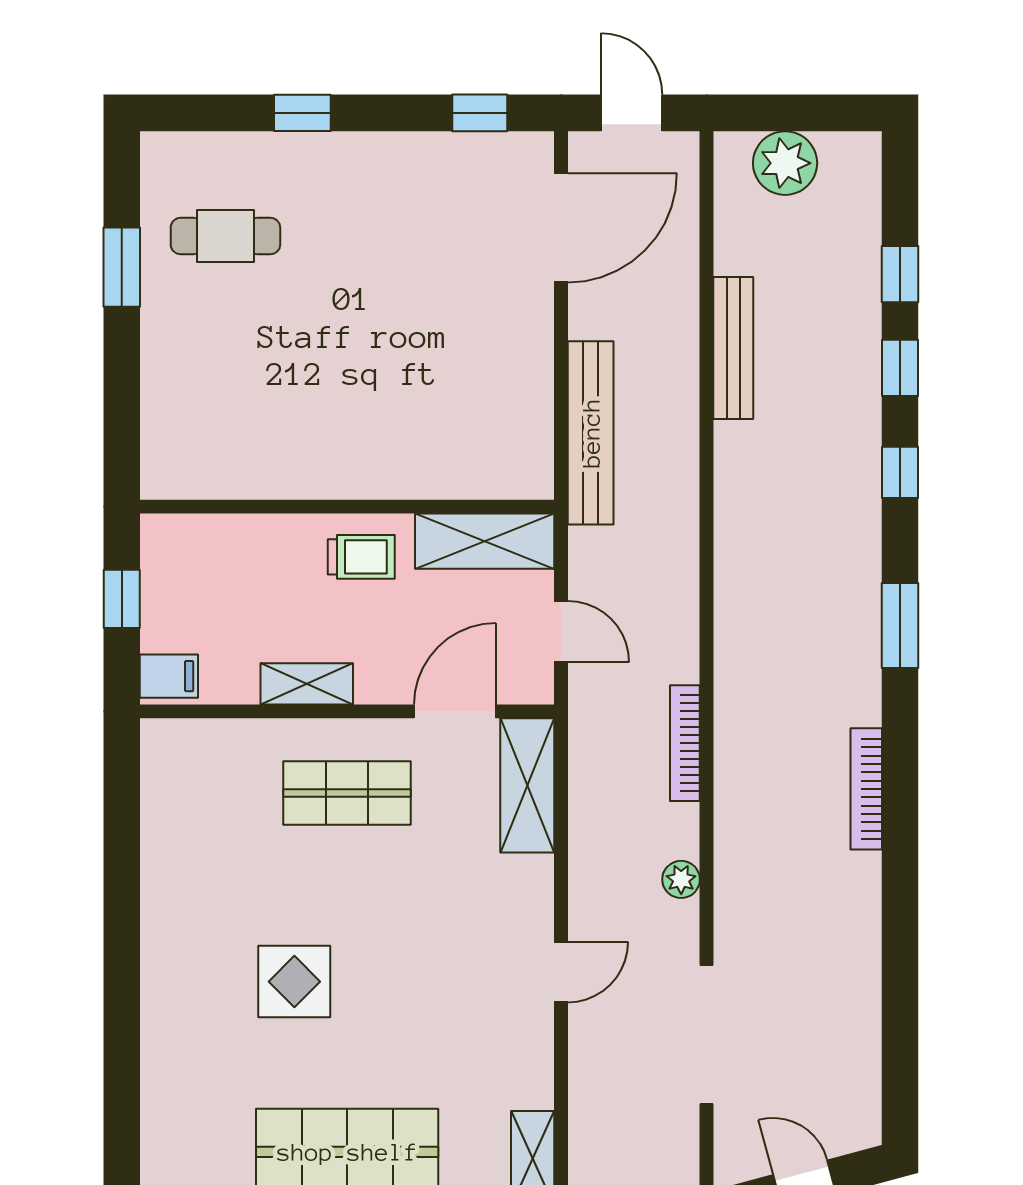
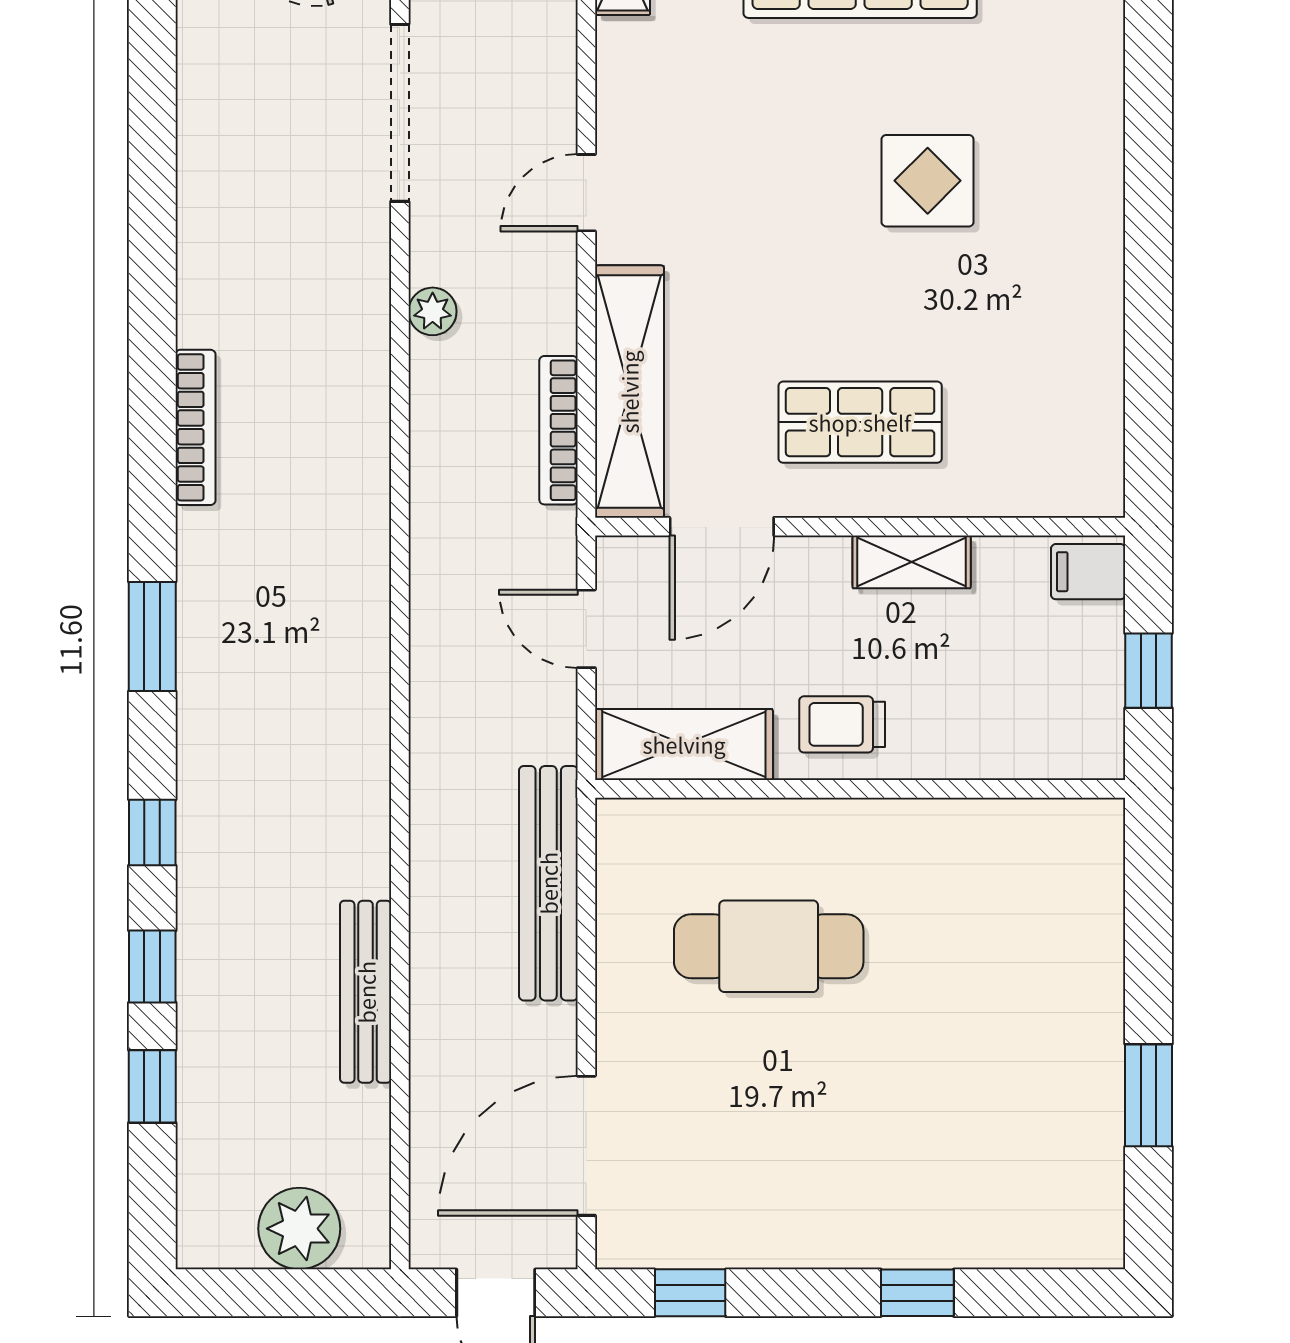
cafe table: (225, 236) -> (769, 946), moved, width x1.37, depth x1.35
bookcase: (685, 743) -> (559, 430), moved, turned 180
shelving: (527, 785) -> (629, 392), width x1.47

